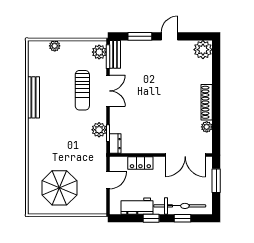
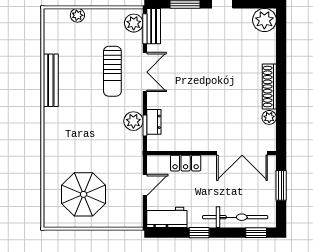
dresser: (115, 144) -> (154, 122), moved
workbench: (137, 206) -> (167, 217), moved
window: (182, 218) -> (256, 233), moved

